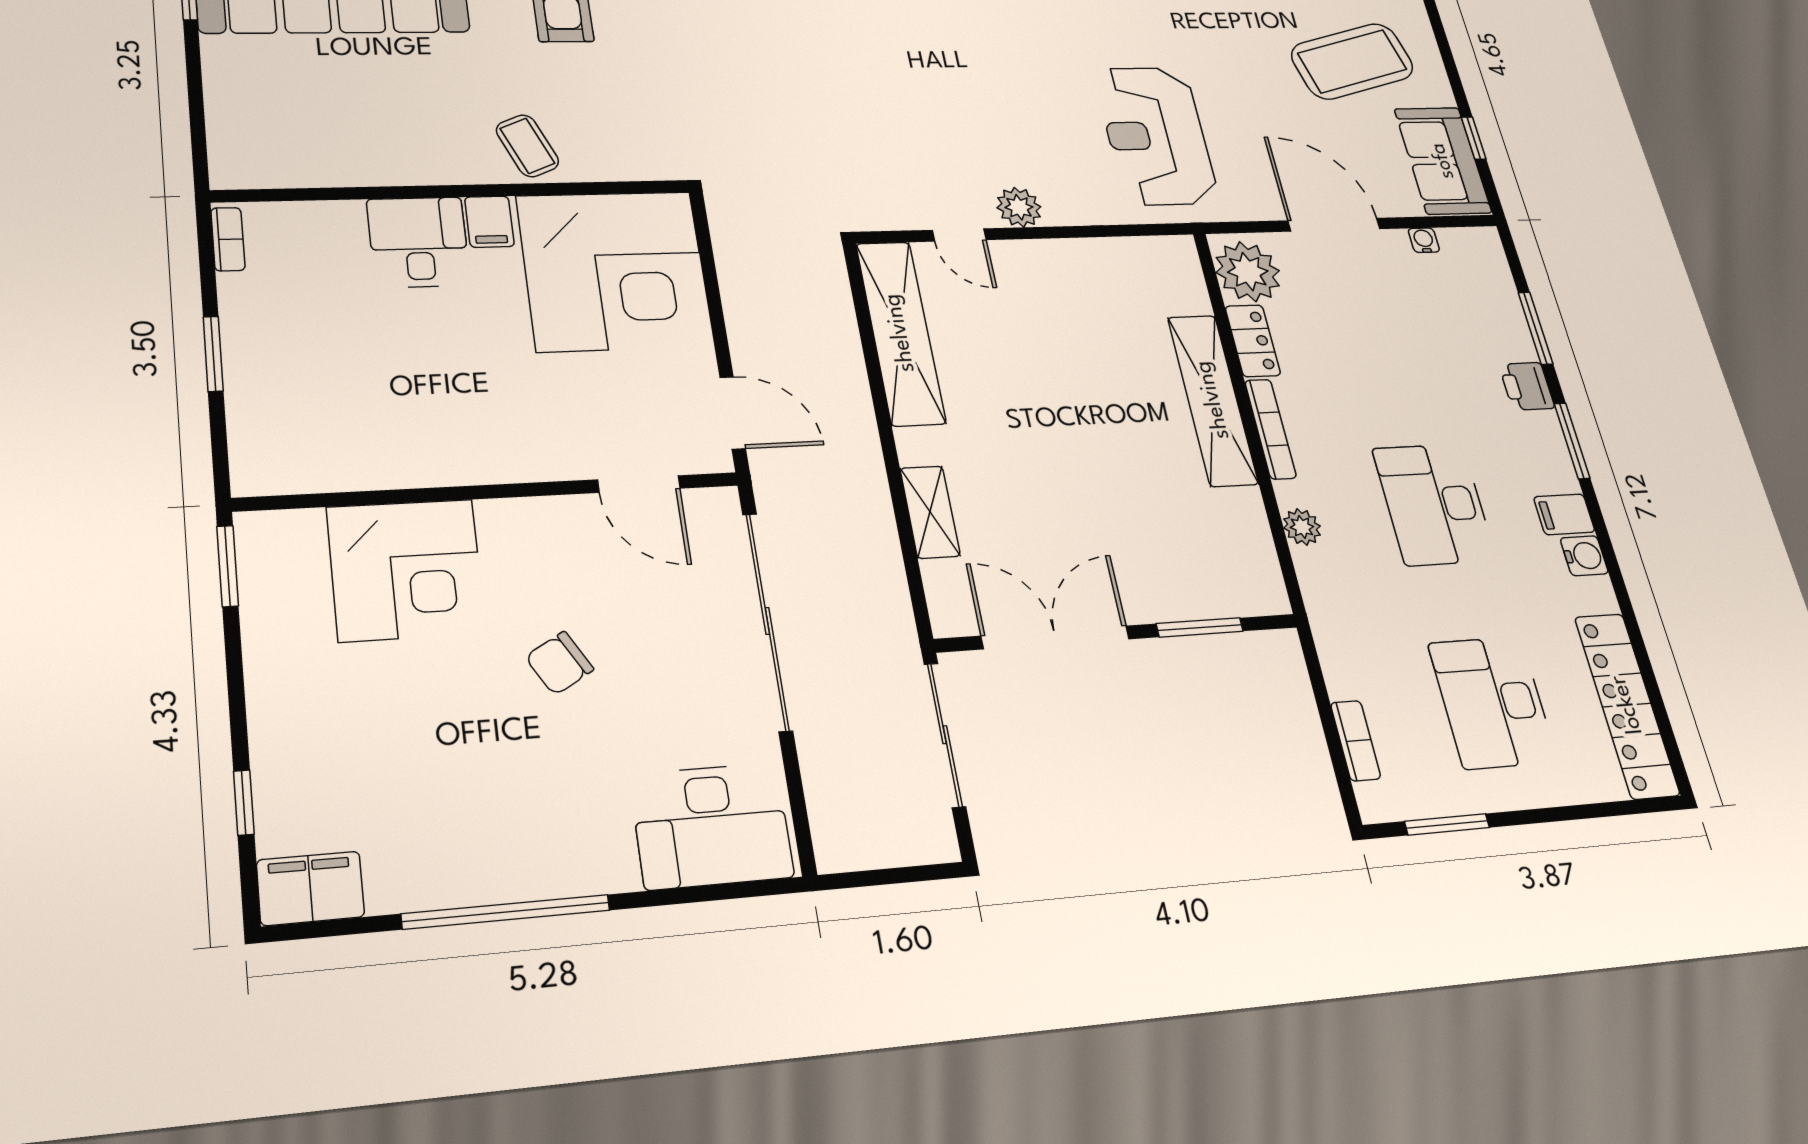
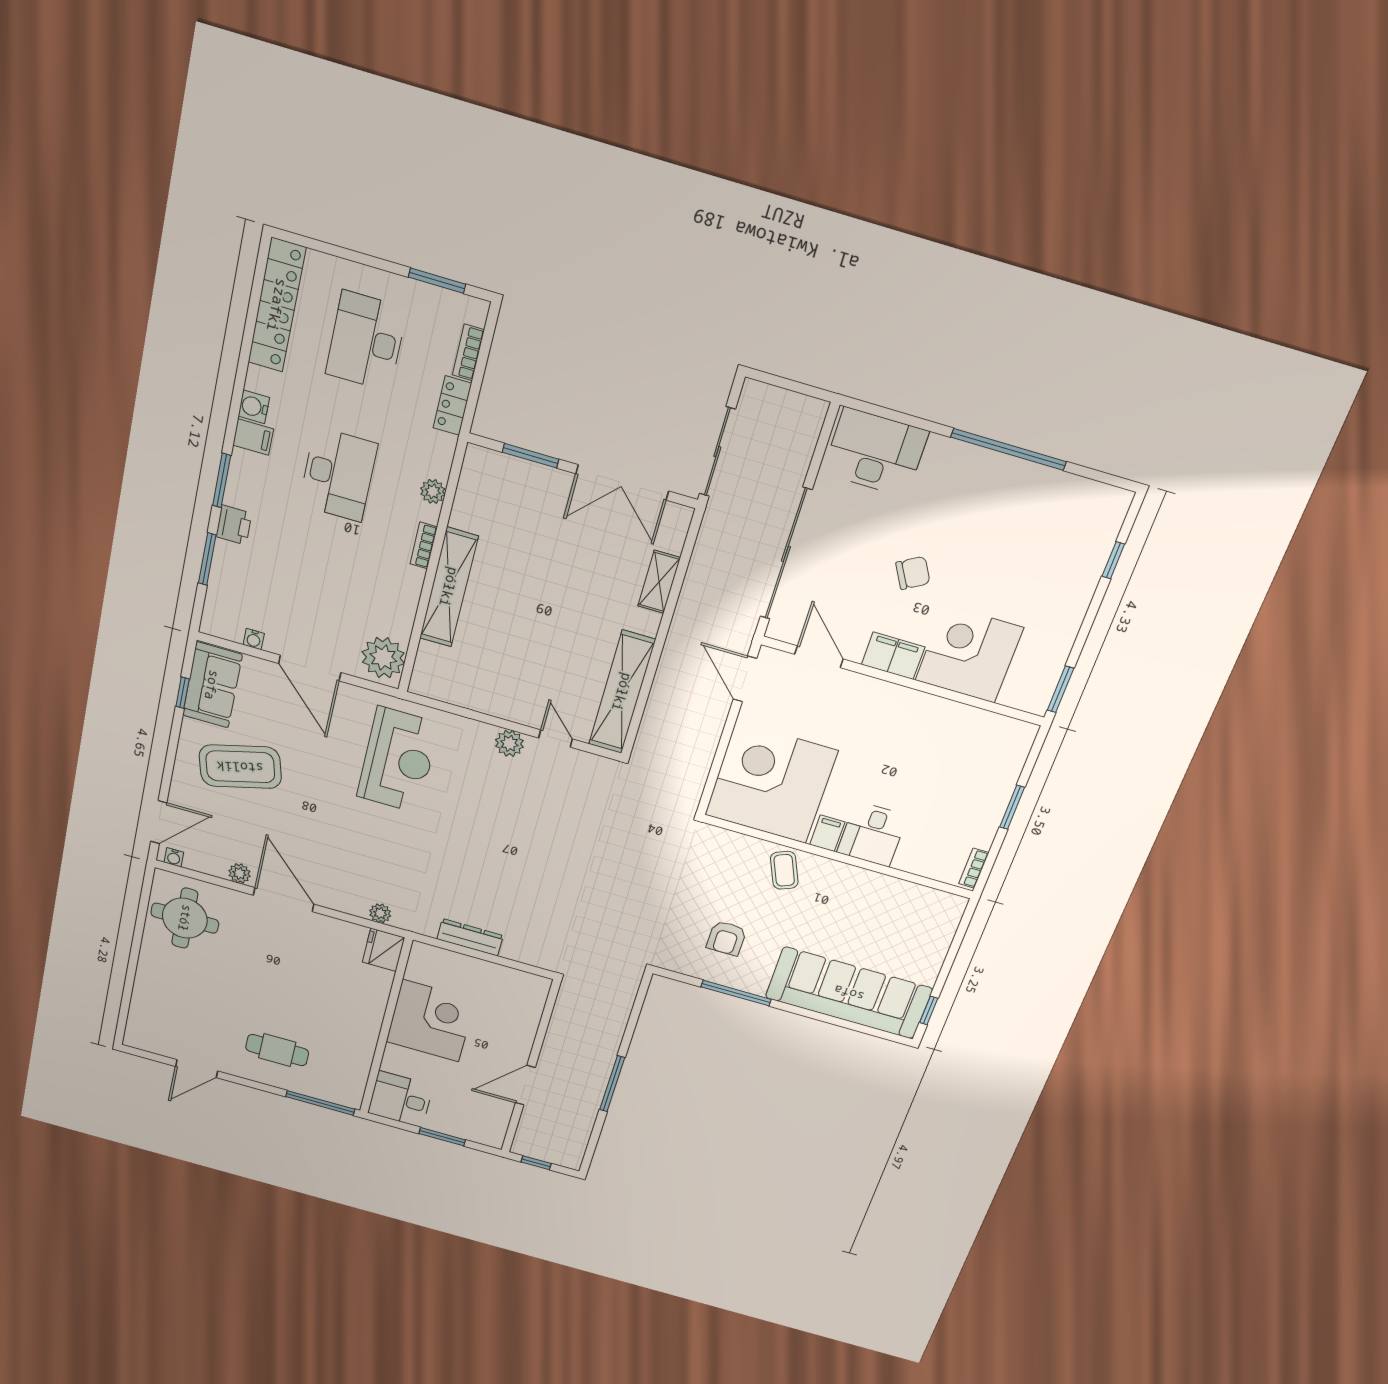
locker: (1253, 341) -> (452, 406), moved
bookcase: (1270, 429) -> (424, 545), width x0.64
desk: (1493, 702) -> (366, 341), turned 180
filing cabinet: (310, 888) -> (893, 656), moved, turned 180

